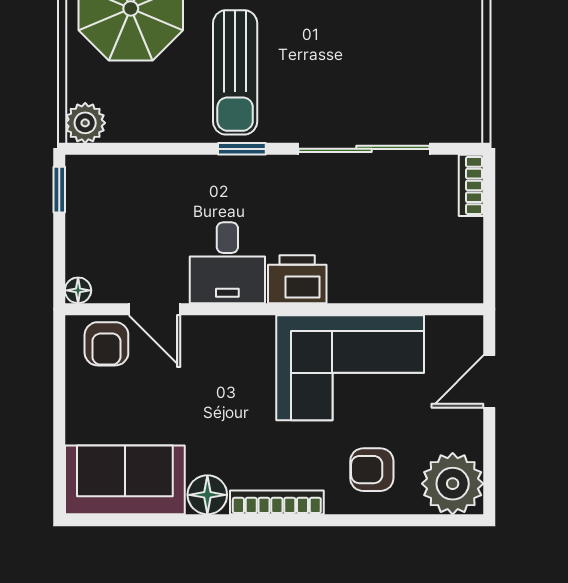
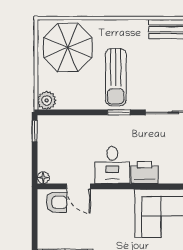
armchair: (106, 344) -> (56, 202), turned -90

